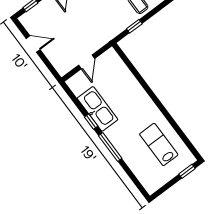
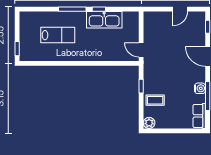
door: (87, 62) -> (141, 50), moved
lab bench: (159, 144) -> (58, 35), moved

